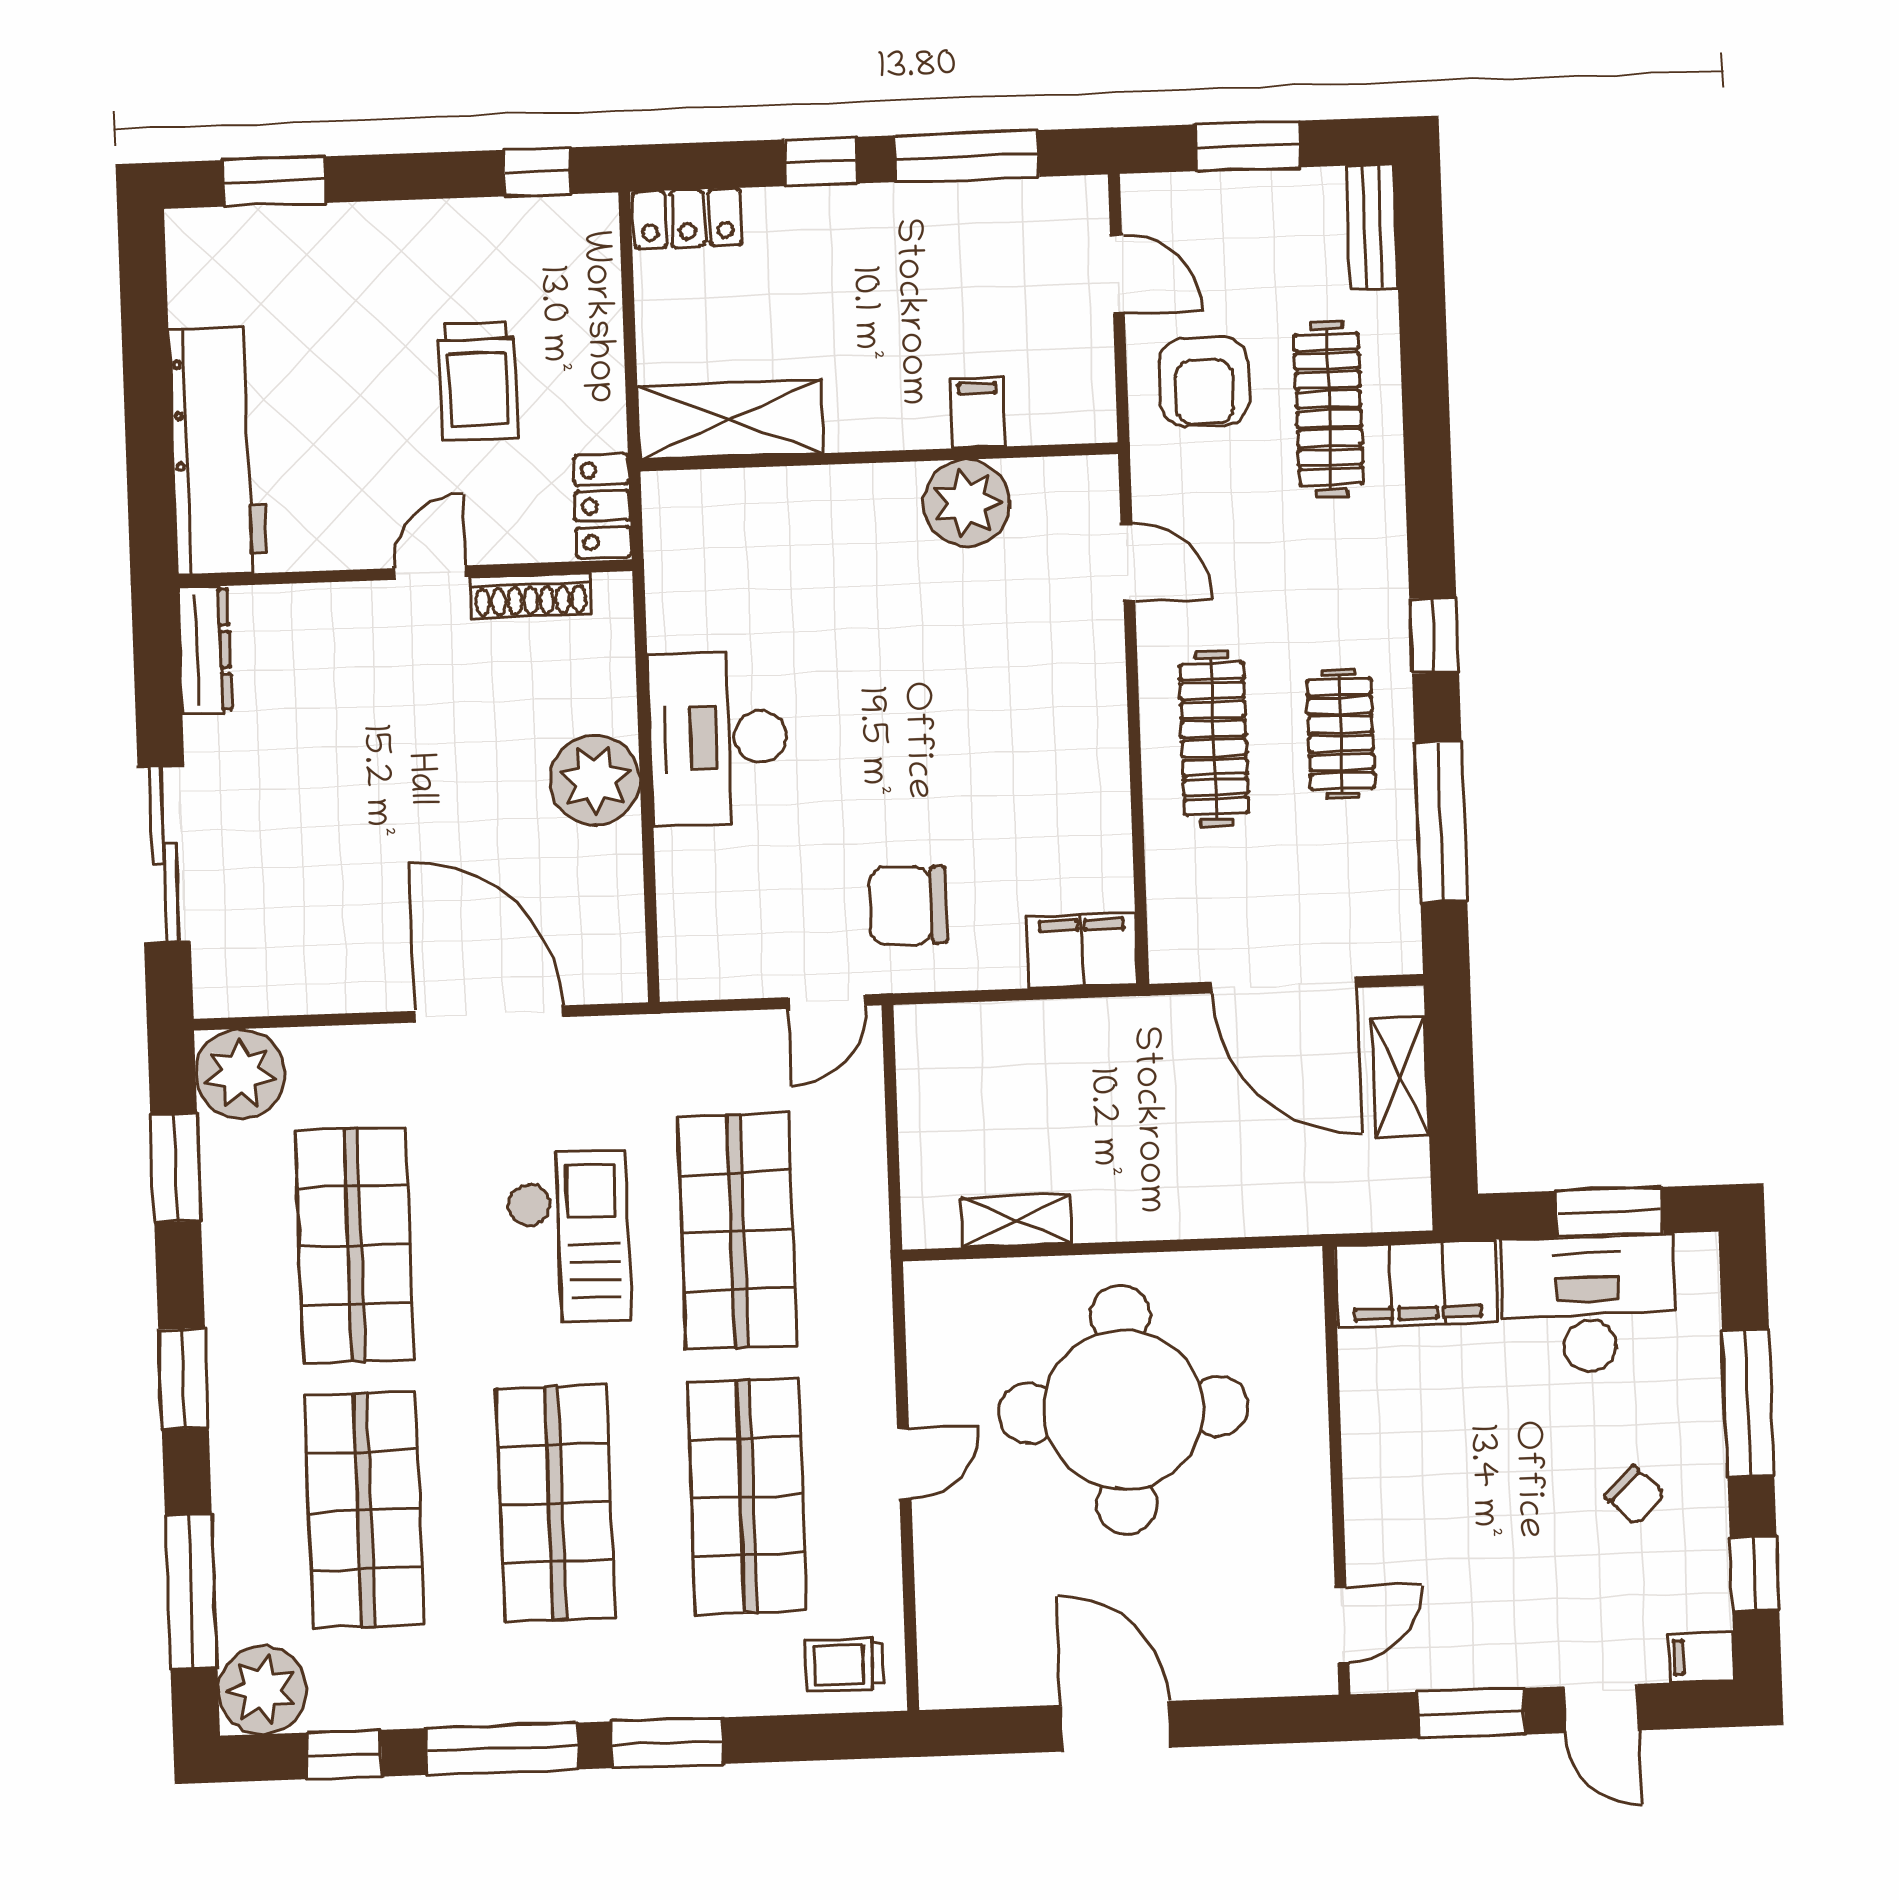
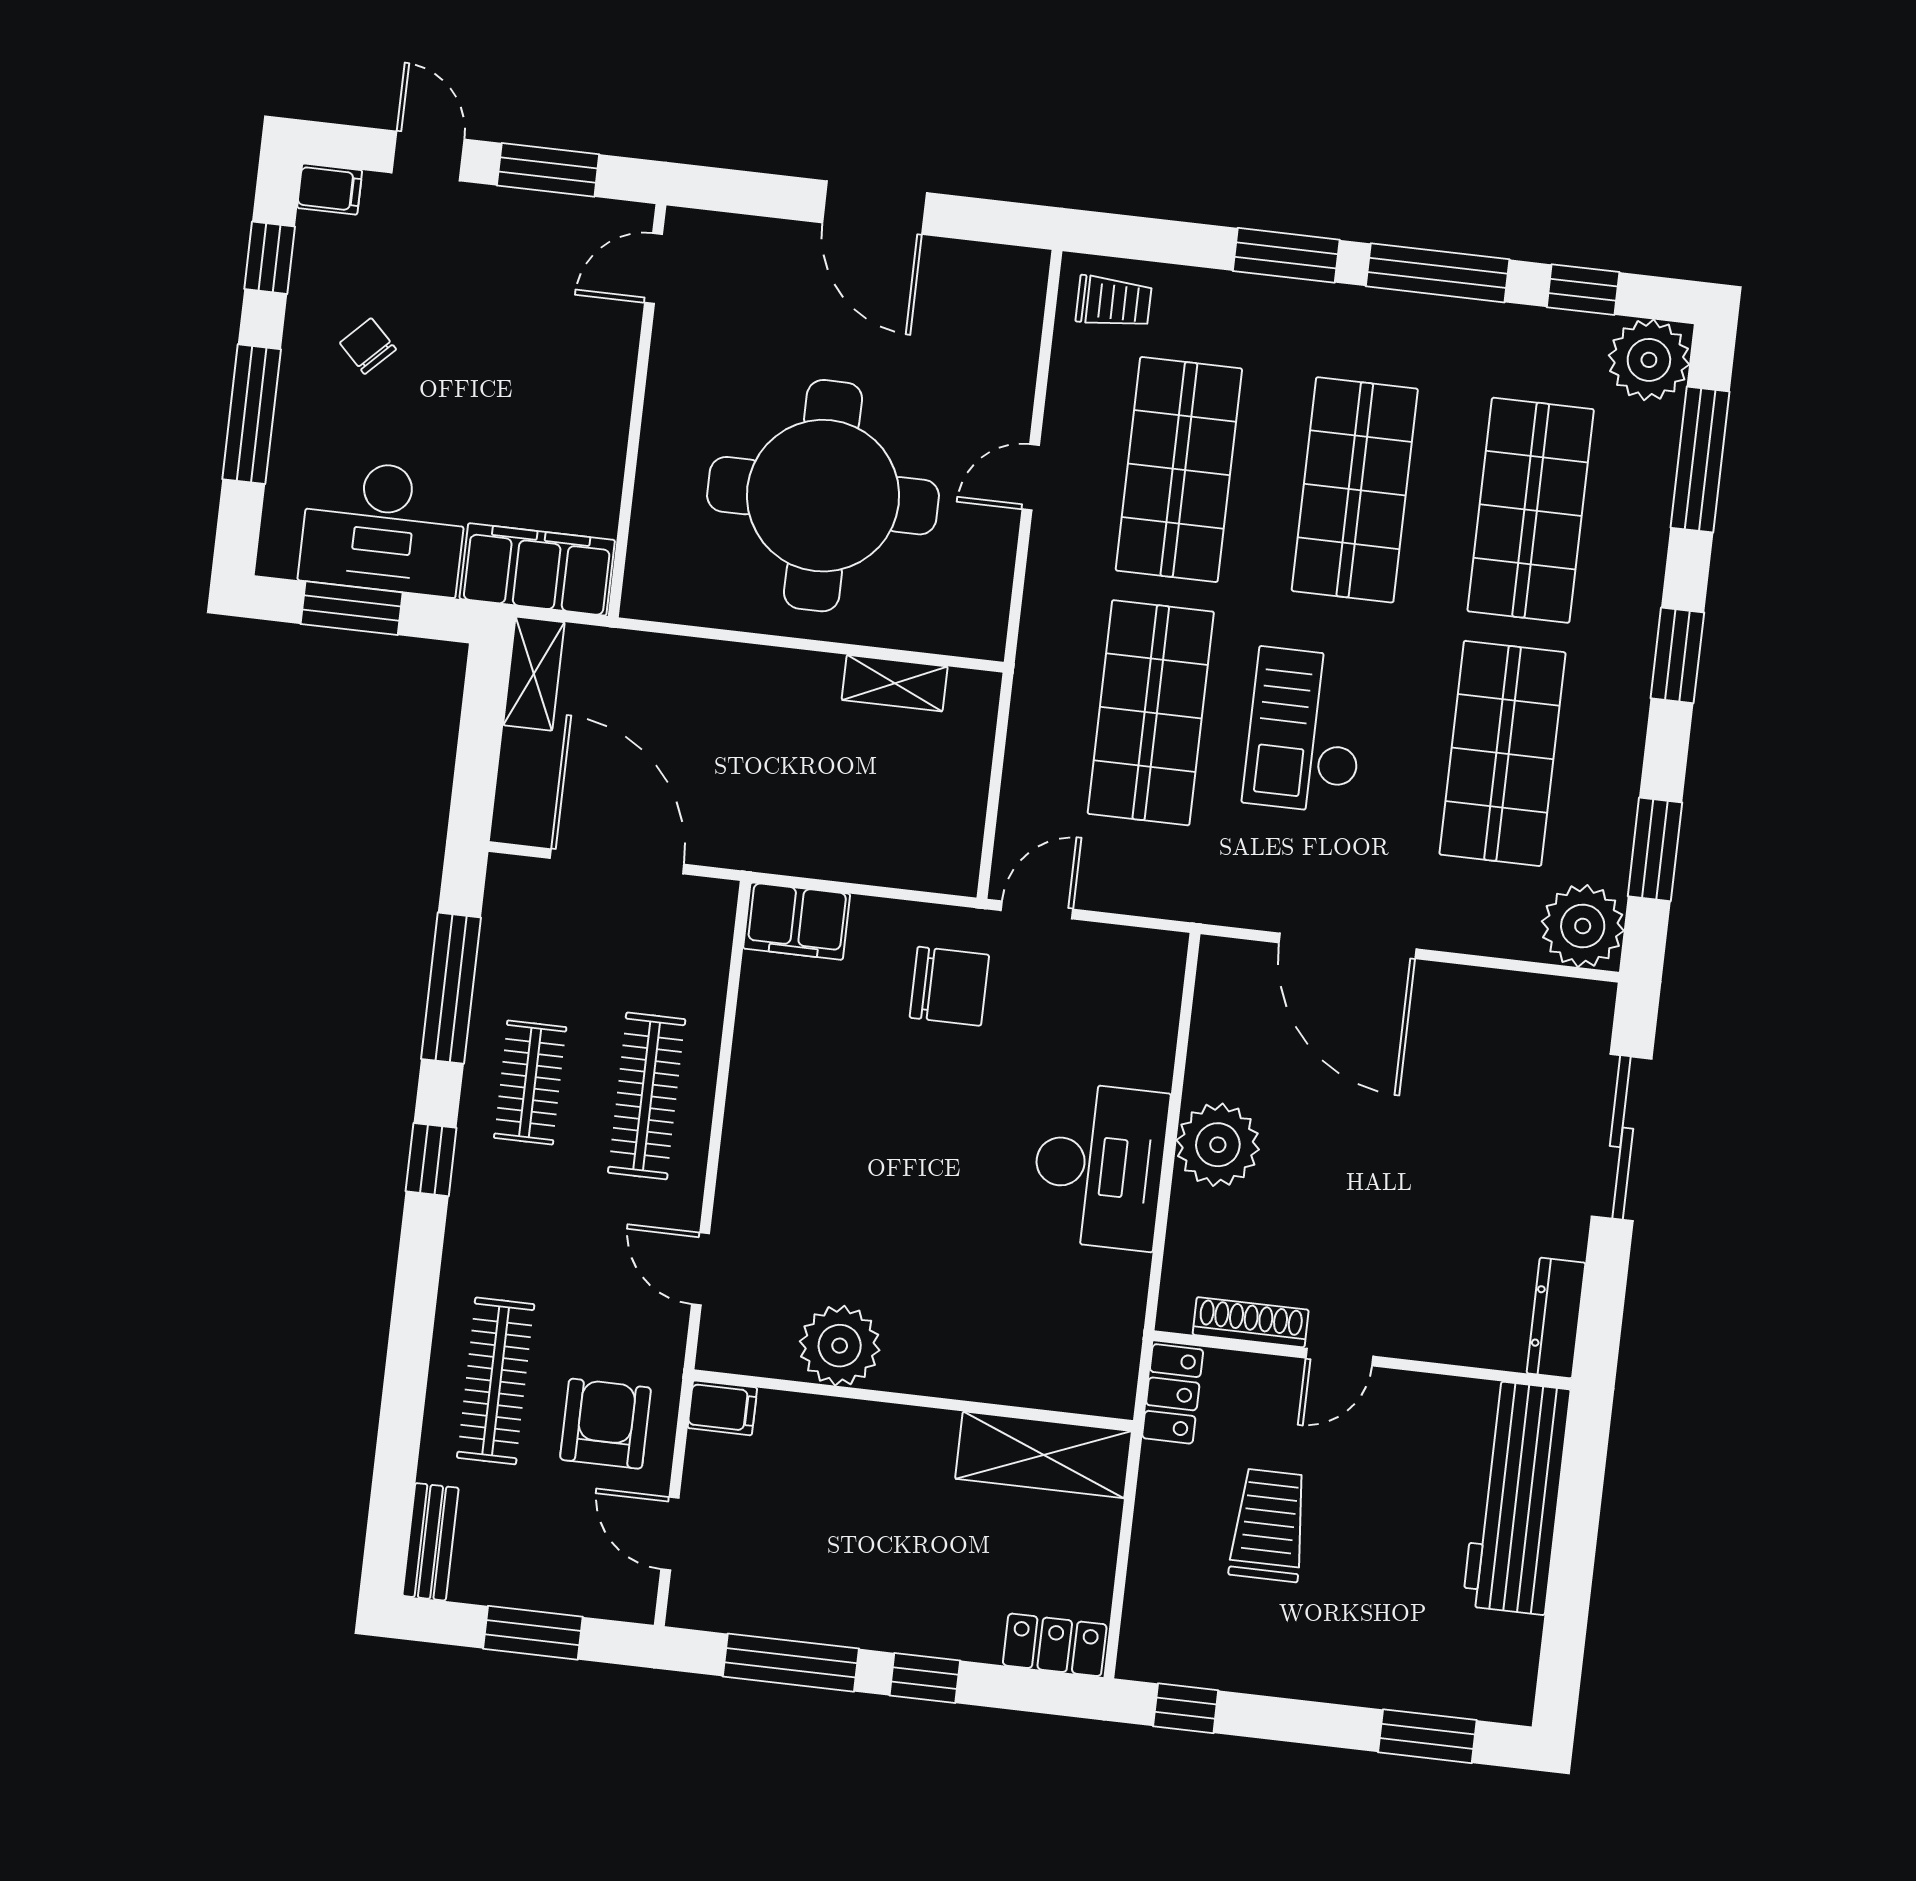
filing cabinet: (978, 413) -> (722, 1408), moved, turned -90
shelving: (1400, 1077) -> (534, 674), moved

